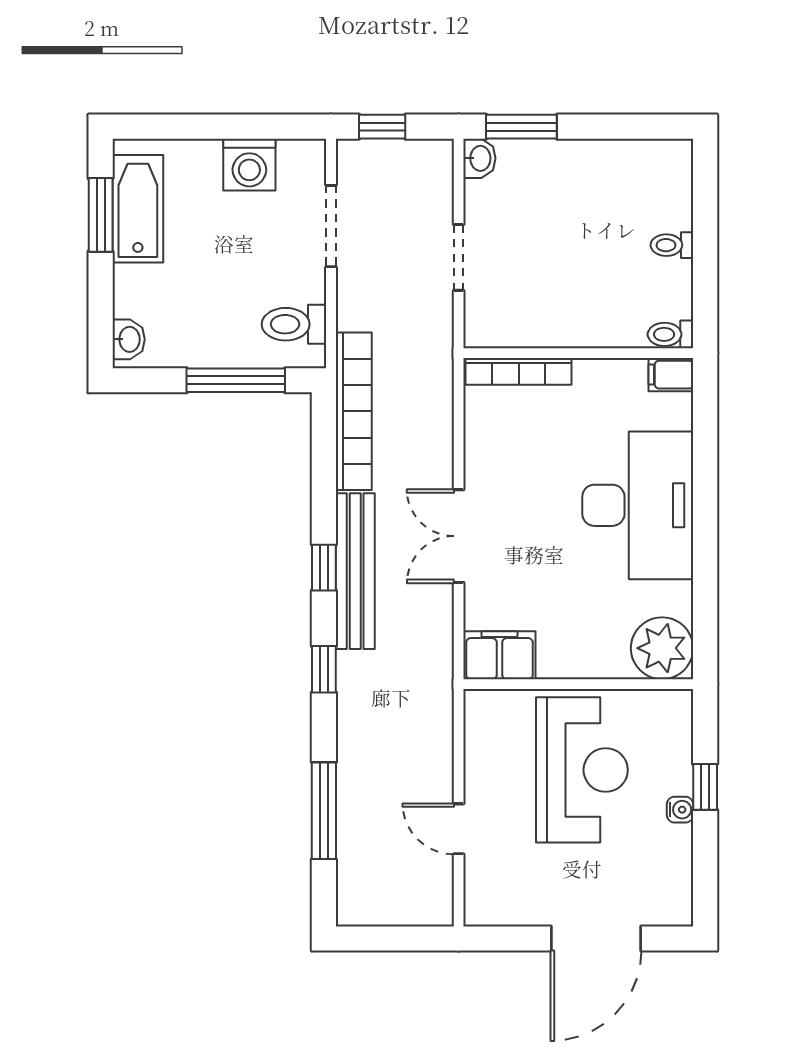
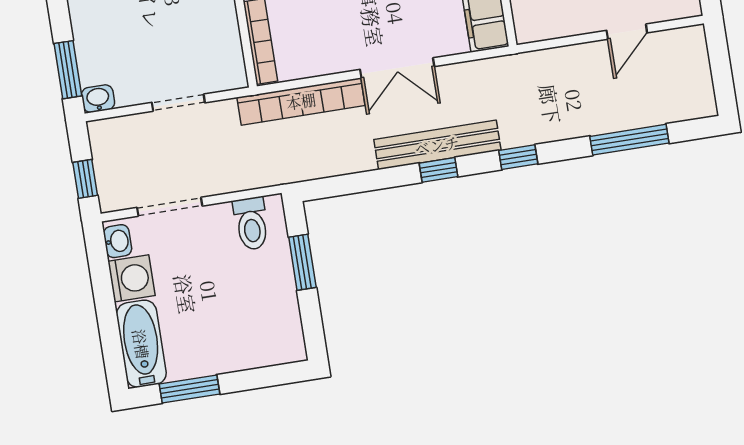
bathtub: (138, 209) -> (141, 344), moved, turned 90
washbasin: (129, 339) -> (118, 241), moved, turned 90
window: (236, 380) -> (302, 262), width x0.69
bookcase: (354, 411) -> (301, 101), moved, turned 180

